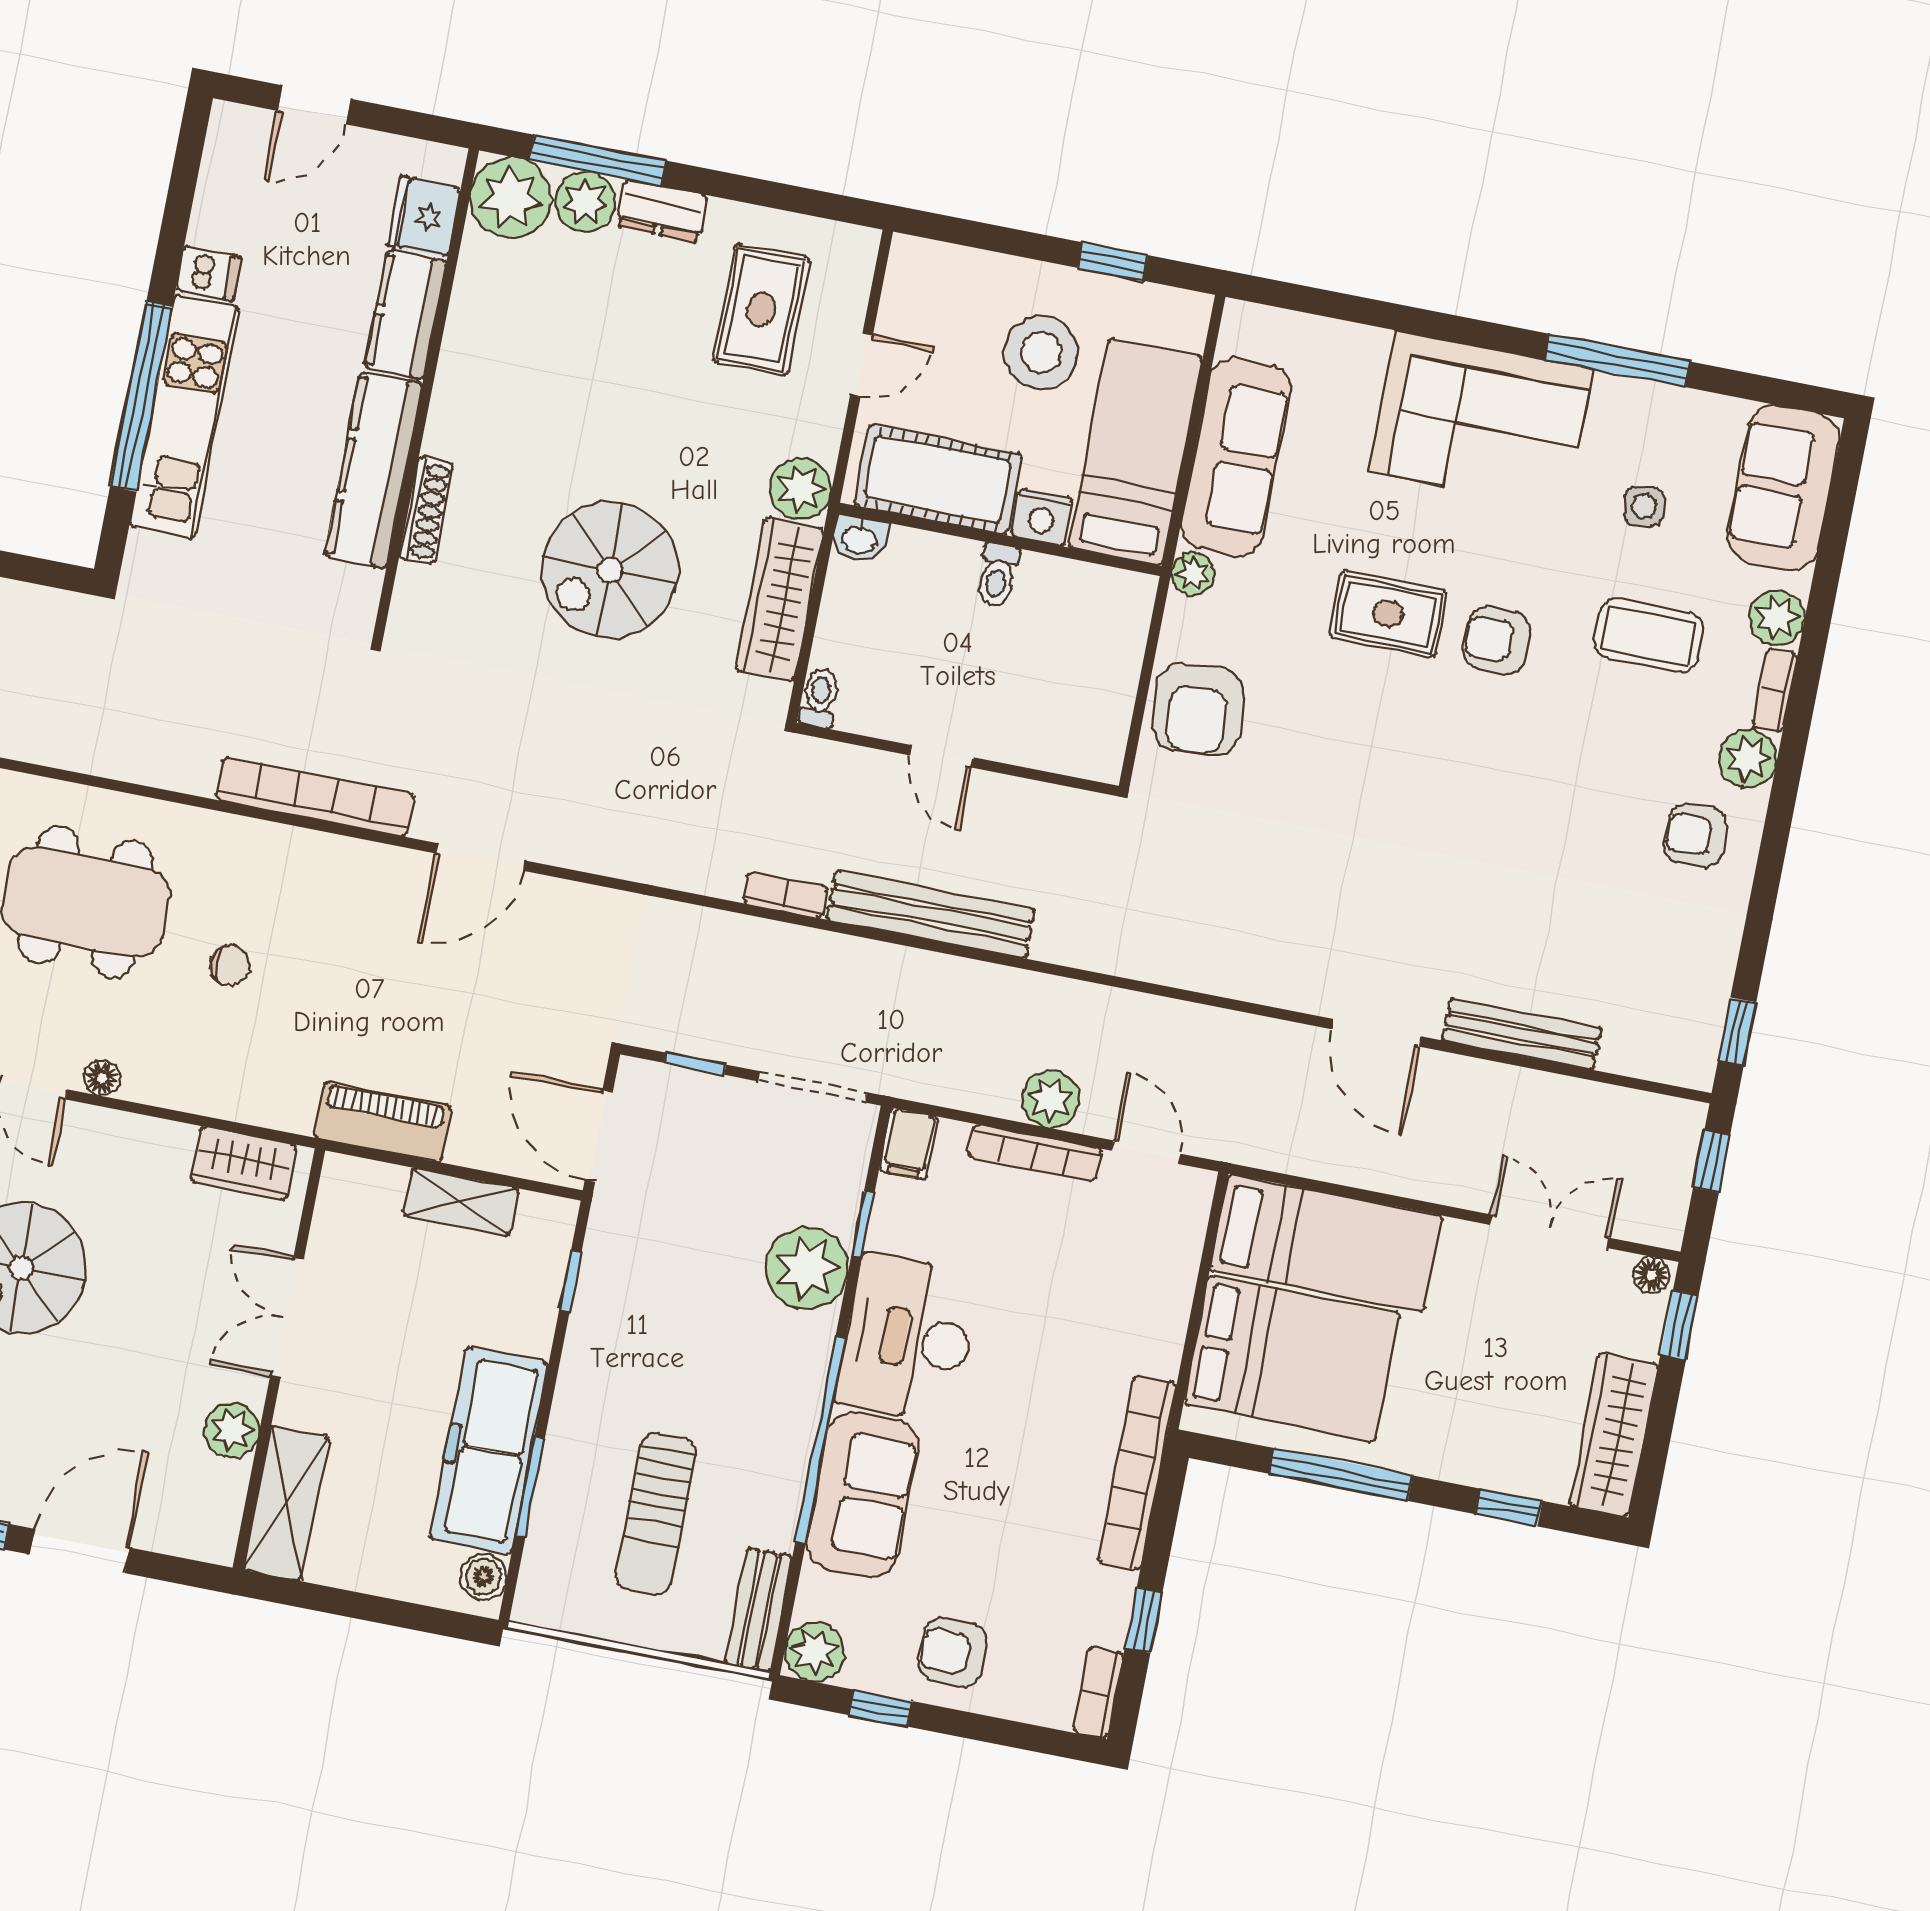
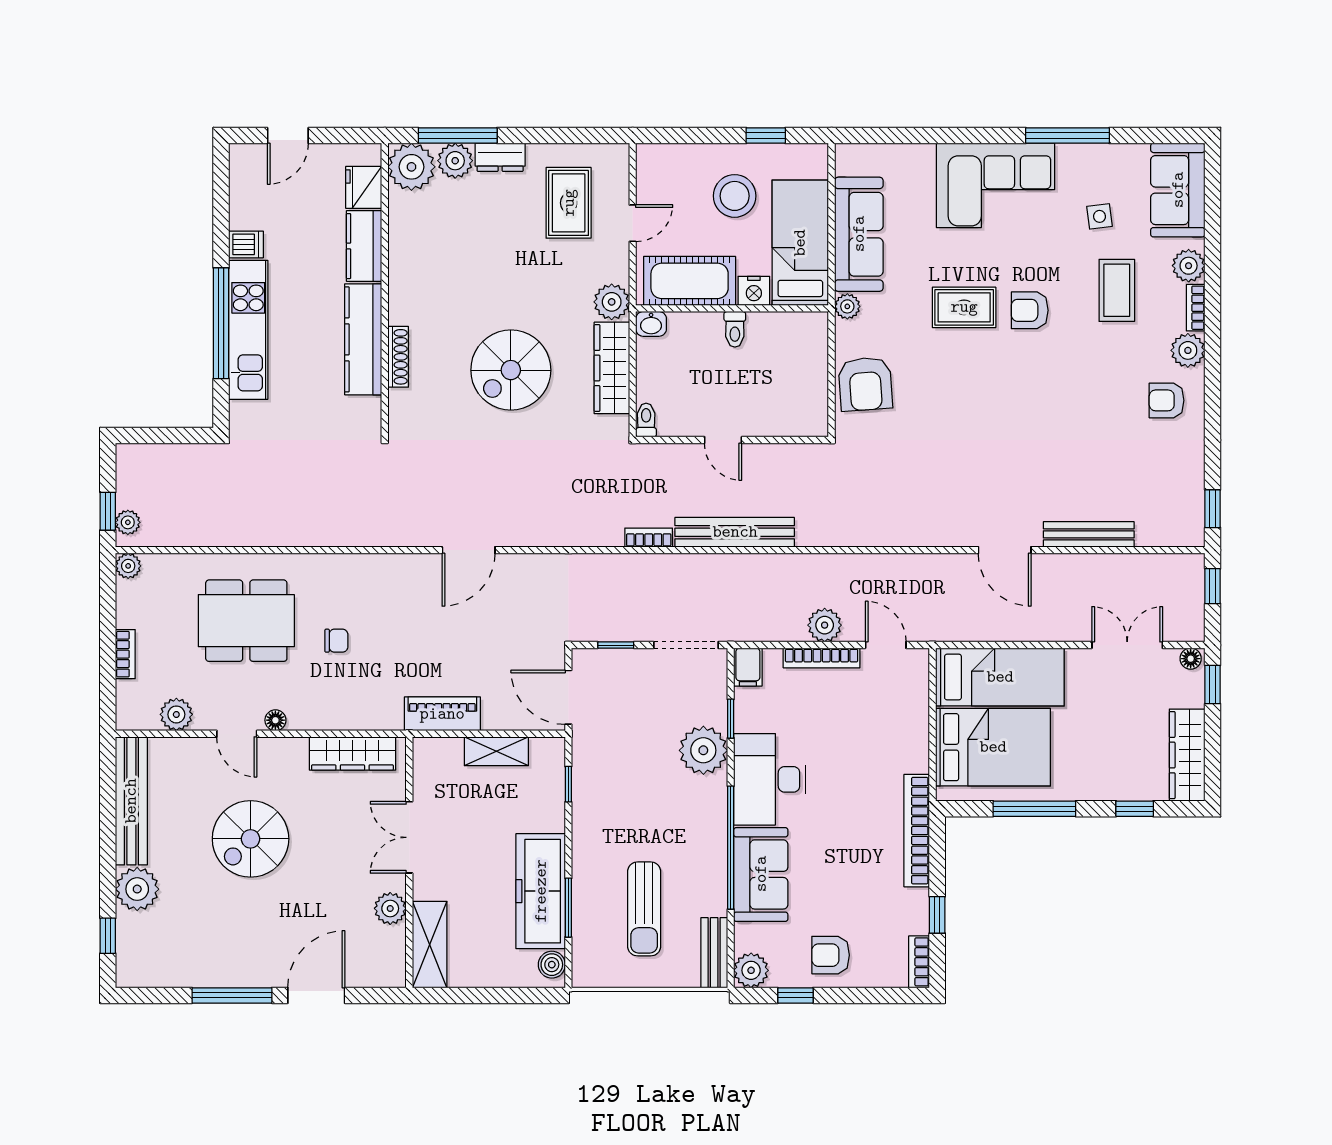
coffee table: (1649, 635) -> (1117, 290), turned 90
bookcase: (315, 797) -> (366, 534), removed
wardrobe: (244, 1163) -> (352, 753), width x1.50

